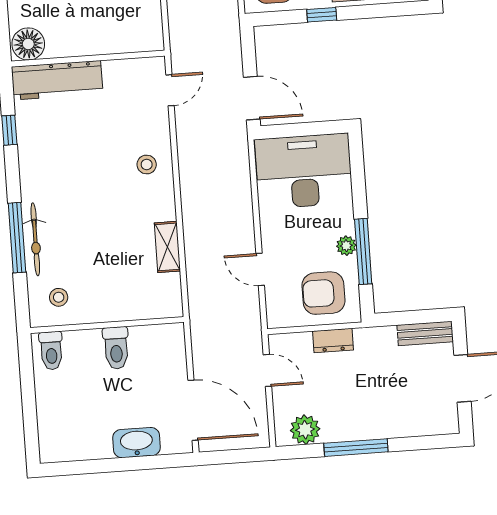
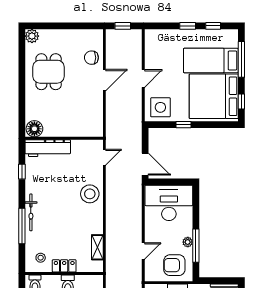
stool: (147, 164) -> (90, 194), width x1.89, depth x1.89
bicycle: (35, 239) -> (31, 212), moved
shelving: (167, 247) -> (97, 247), moved
door: (260, 269) -> (143, 251), swing flipped
locker: (106, 310) -> (64, 266), added

